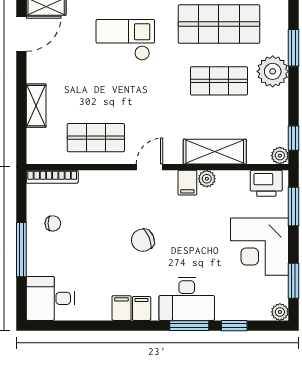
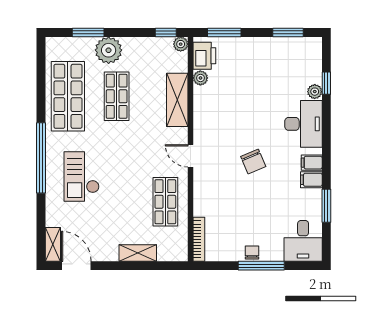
plant: (207, 179) -> (200, 78), moved
filing cabinet: (187, 183) -> (204, 123), removed
chair: (53, 223) -> (252, 252), moved
corner desk: (260, 247) -> (259, 61), removed
plant: (280, 312) -> (315, 92), moved
window: (189, 326) -> (326, 206), moved

